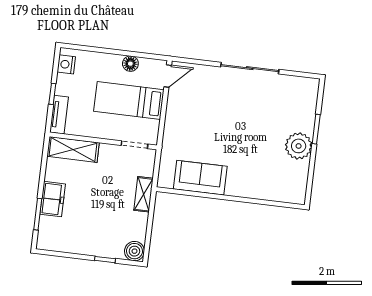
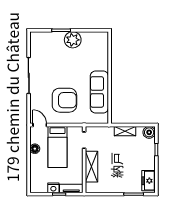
nightstand: (66, 64) -> (53, 188), moved
armchair: (203, 121) -> (64, 100), added
shelving: (73, 149) -> (92, 167), moved
sofa: (200, 178) -> (99, 92), width x1.36
shelving: (144, 194) -> (125, 131), moved
freezer: (53, 199) -> (148, 181), moved, turned -90

